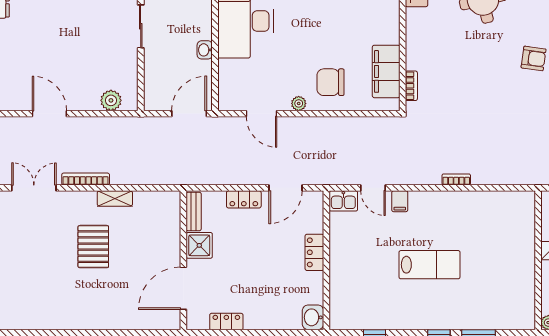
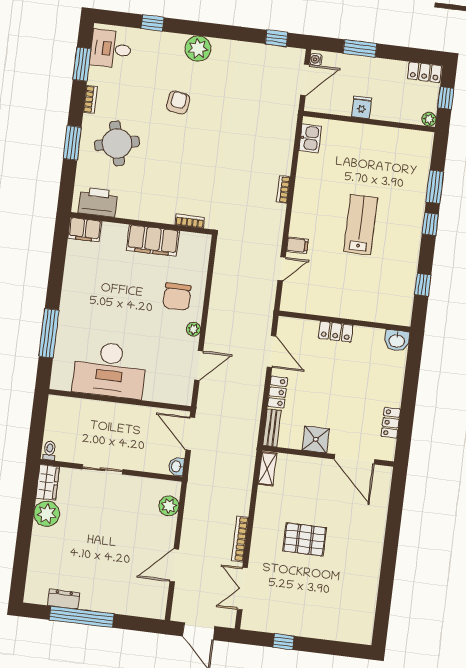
washbasin: (205, 50) -> (176, 466), moved, turned 90
filing cabinet: (386, 71) -> (153, 241), moved
shelving: (115, 198) -> (267, 469), moved
kitchen sink: (343, 201) -> (310, 138), moved
bench: (194, 211) -> (272, 428), moved, turned 90

